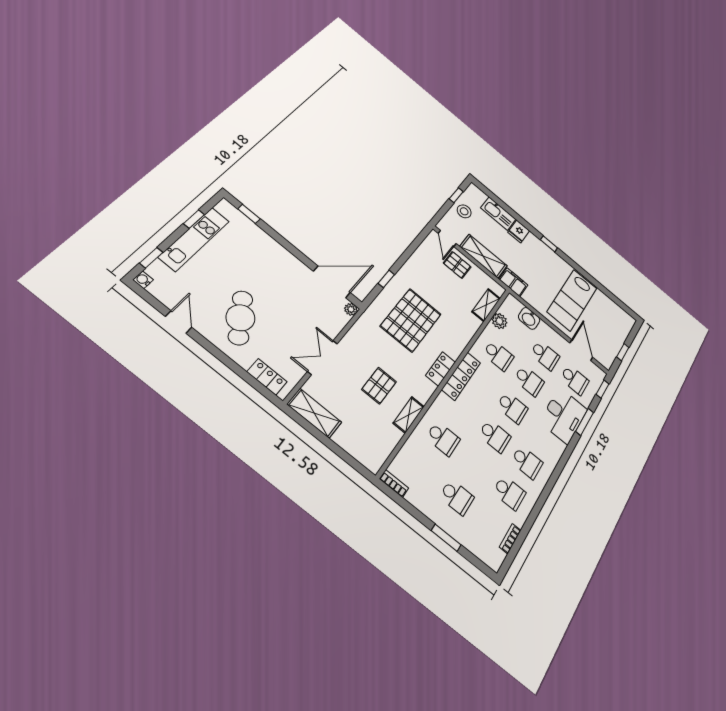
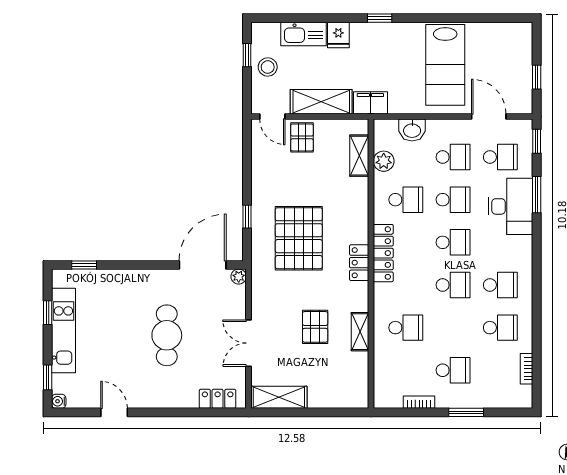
pallet: (457, 265) -> (302, 137), turned 90
cafe table: (240, 318) -> (167, 335), moved, turned 34
bookcase: (394, 483) -> (419, 402), moved

